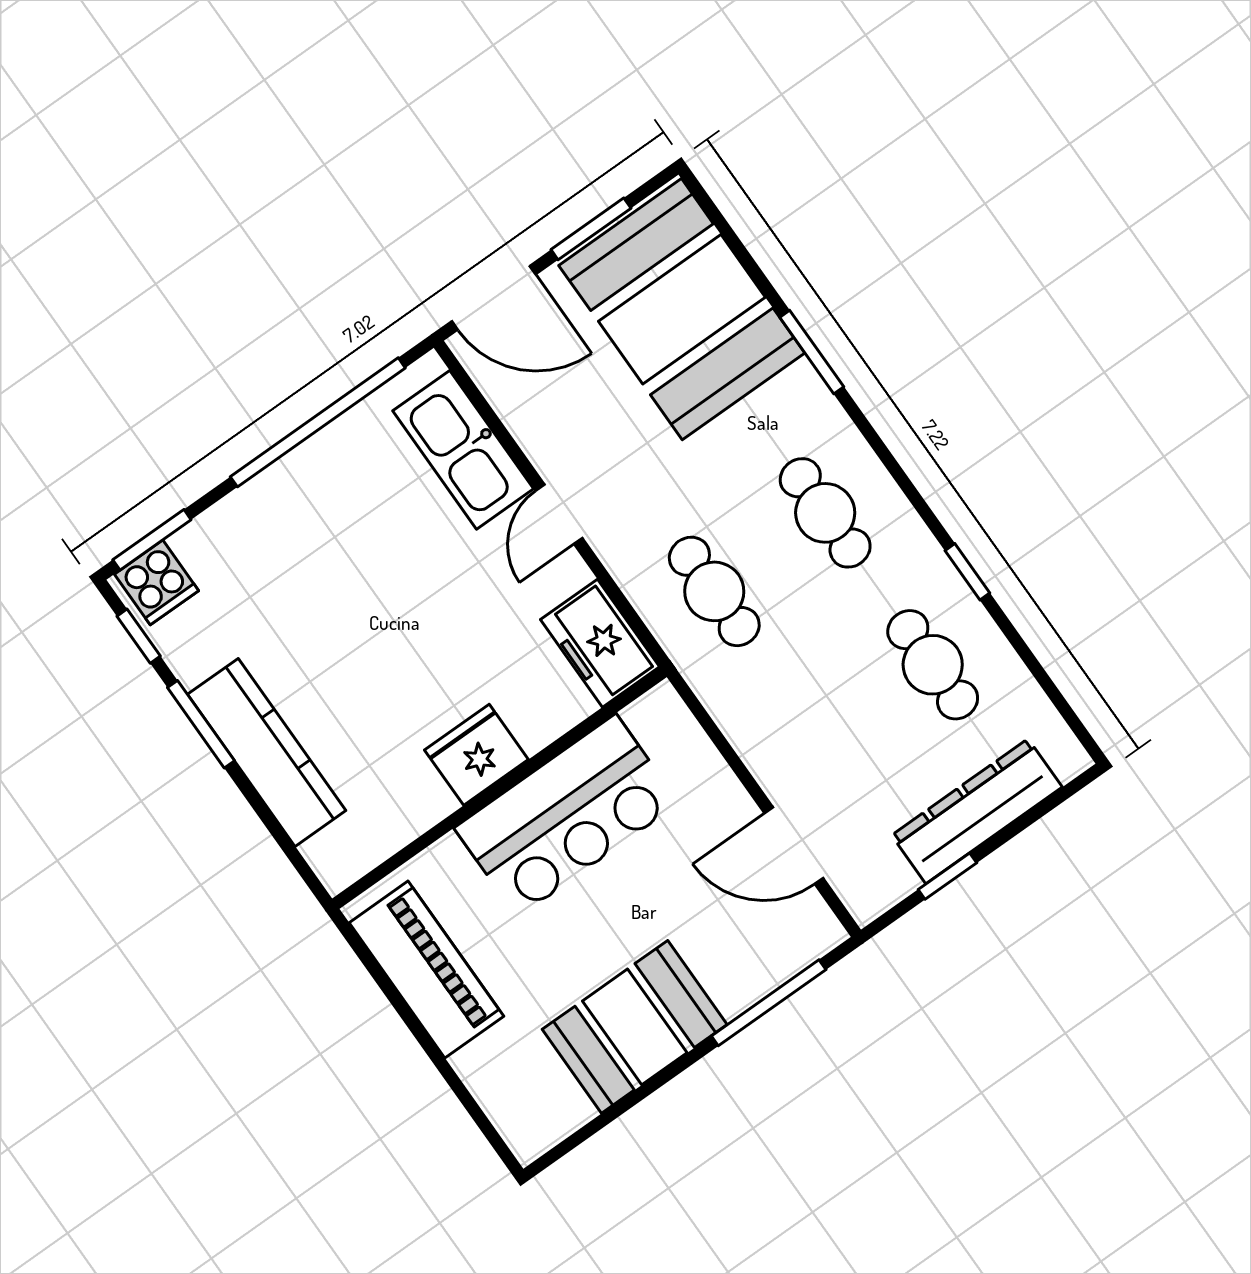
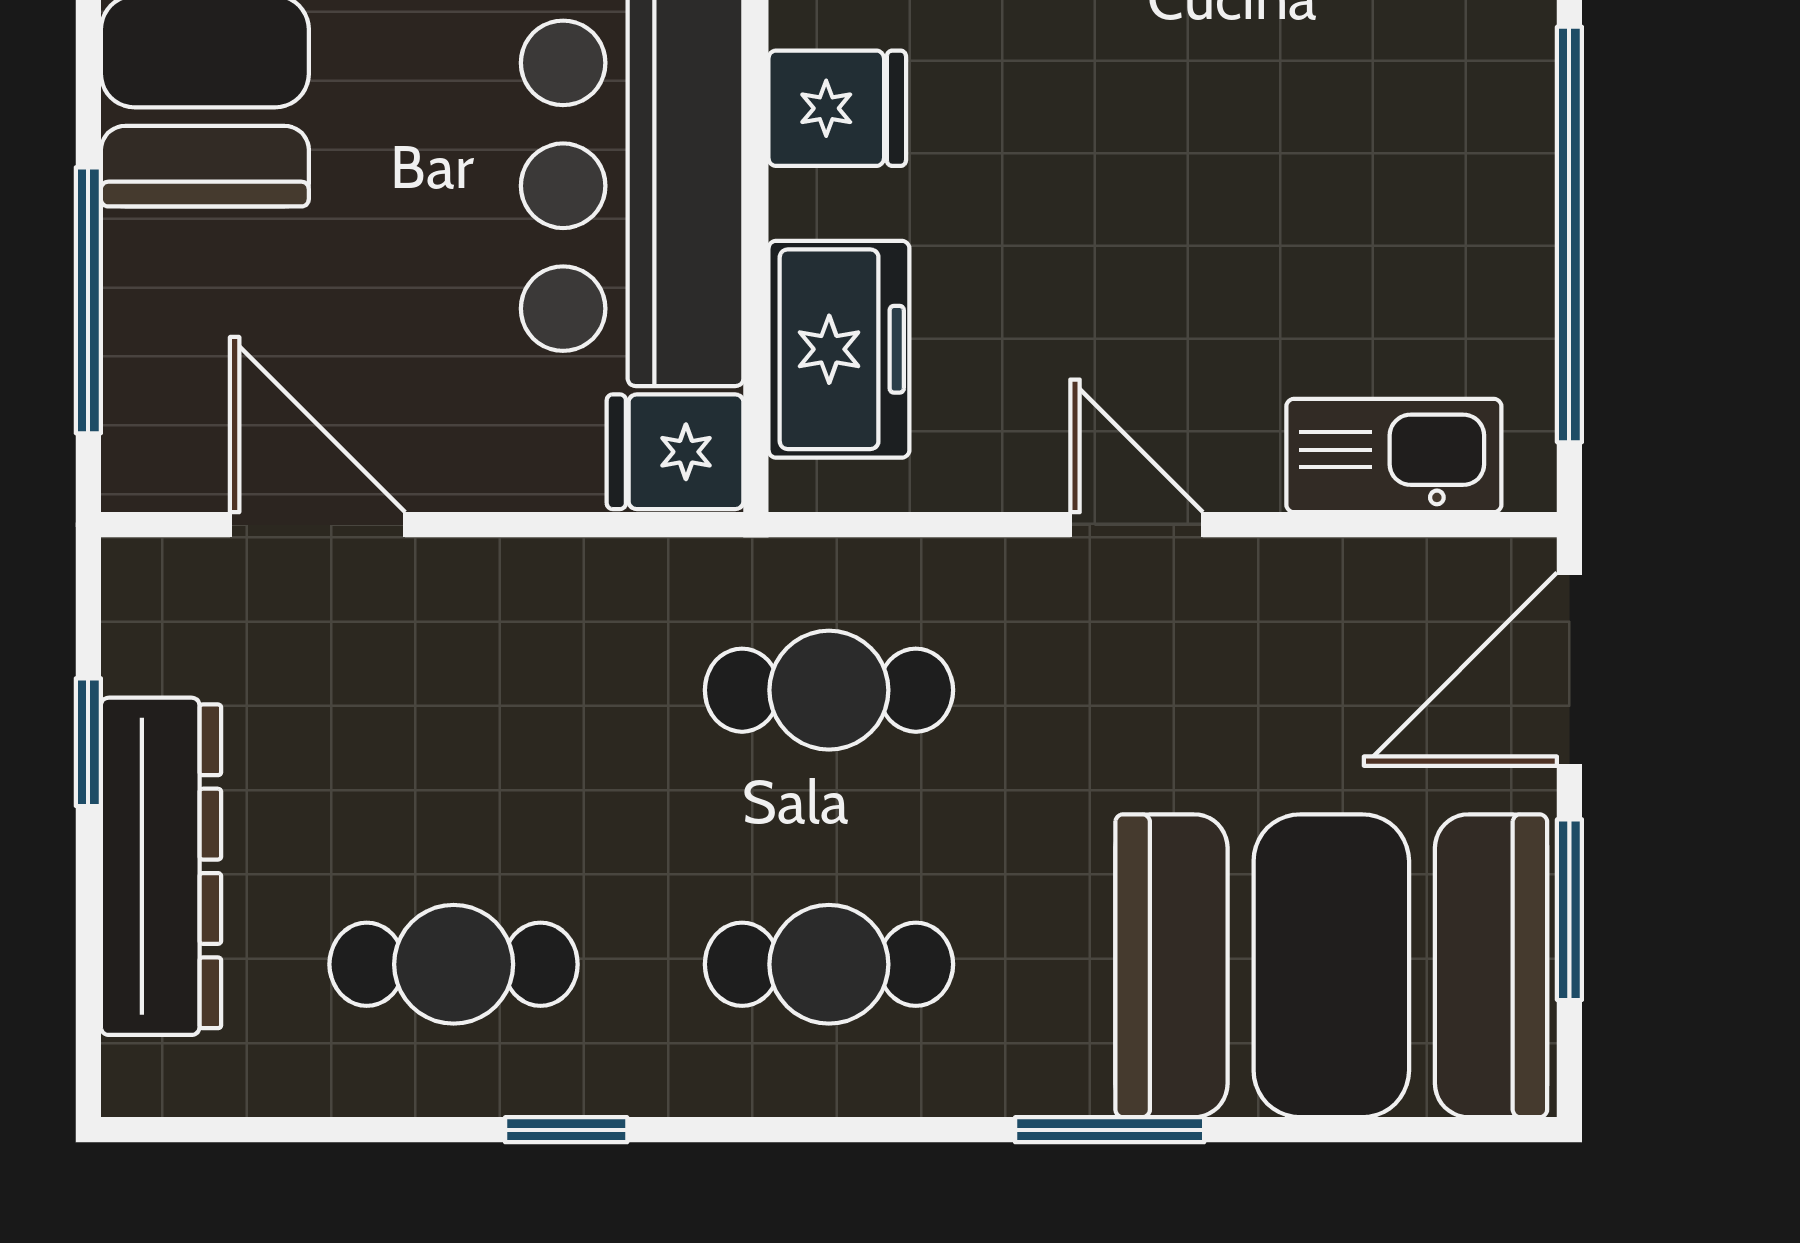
kitchen sink: (463, 450) -> (1394, 456), width x0.73, depth x0.81
freezer: (600, 643) -> (839, 349), moved, turned 90
fridge: (662, 722) -> (675, 452), added
fridge: (476, 755) -> (837, 108), width x0.72
door: (794, 846) -> (318, 525), hinge flipped

